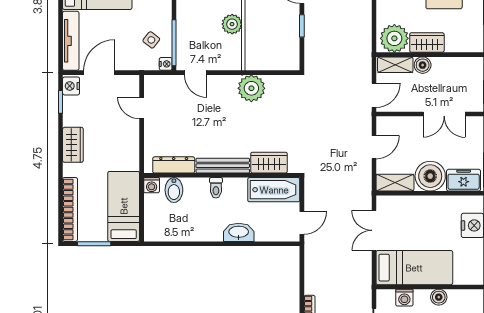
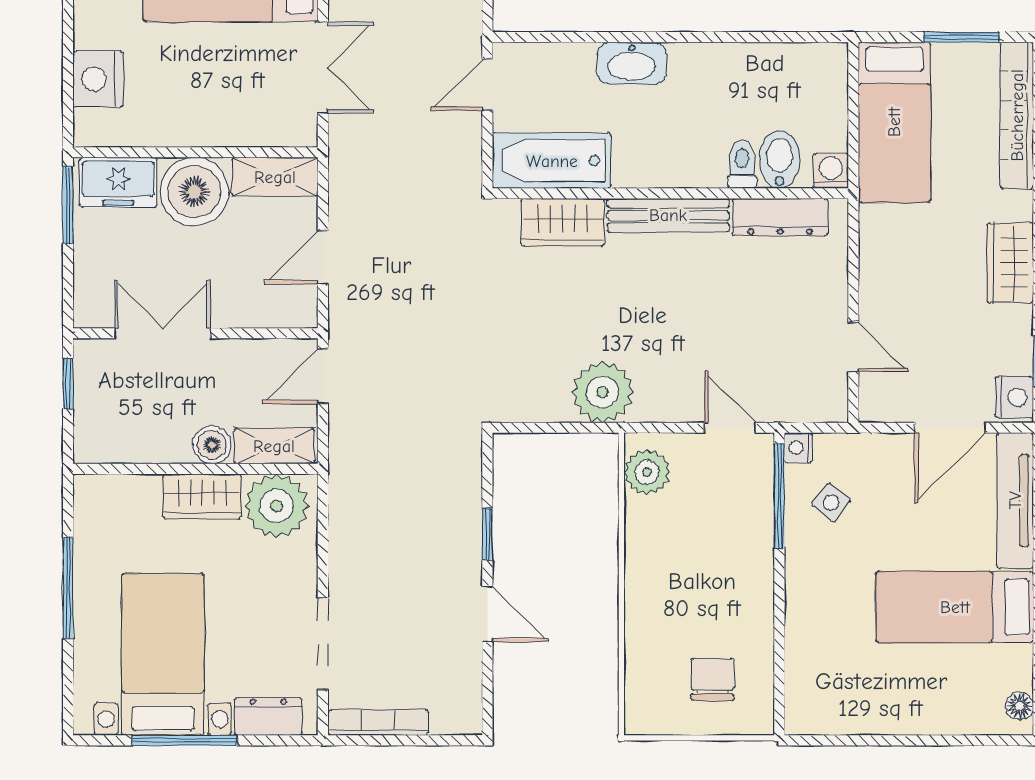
plant: (232, 24) -> (647, 472), moved
toilet: (216, 188) -> (742, 165), moved

